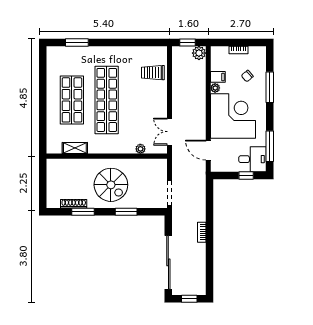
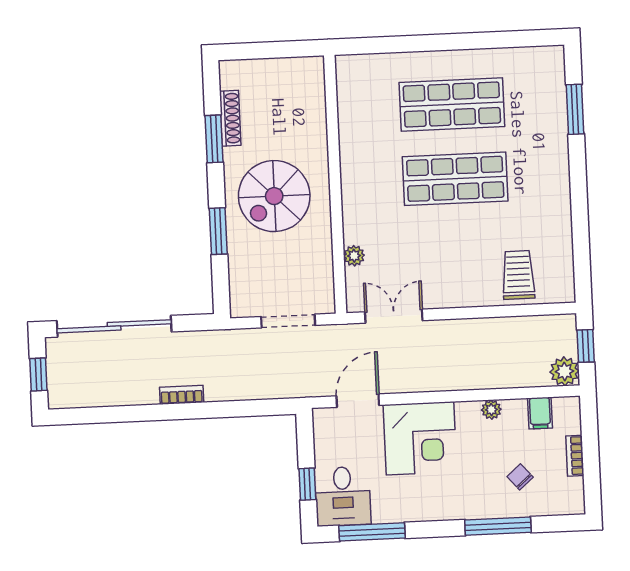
filing cabinet: (218, 77) -> (540, 413), moved
shop shelf: (107, 100) -> (455, 179), width x0.71
corner desk: (233, 116) -> (420, 438), width x0.74, depth x0.74
shelving: (75, 148) -> (349, 116), removed
doorway: (170, 193) -> (288, 321), moved

